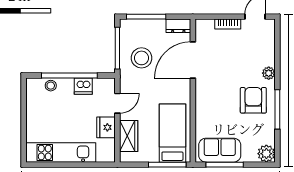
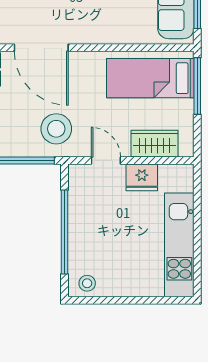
stool: (142, 58) -> (56, 129), moved
stool: (51, 86) -> (87, 283), moved
dishwasher: (83, 86) -> (80, 211), removed

